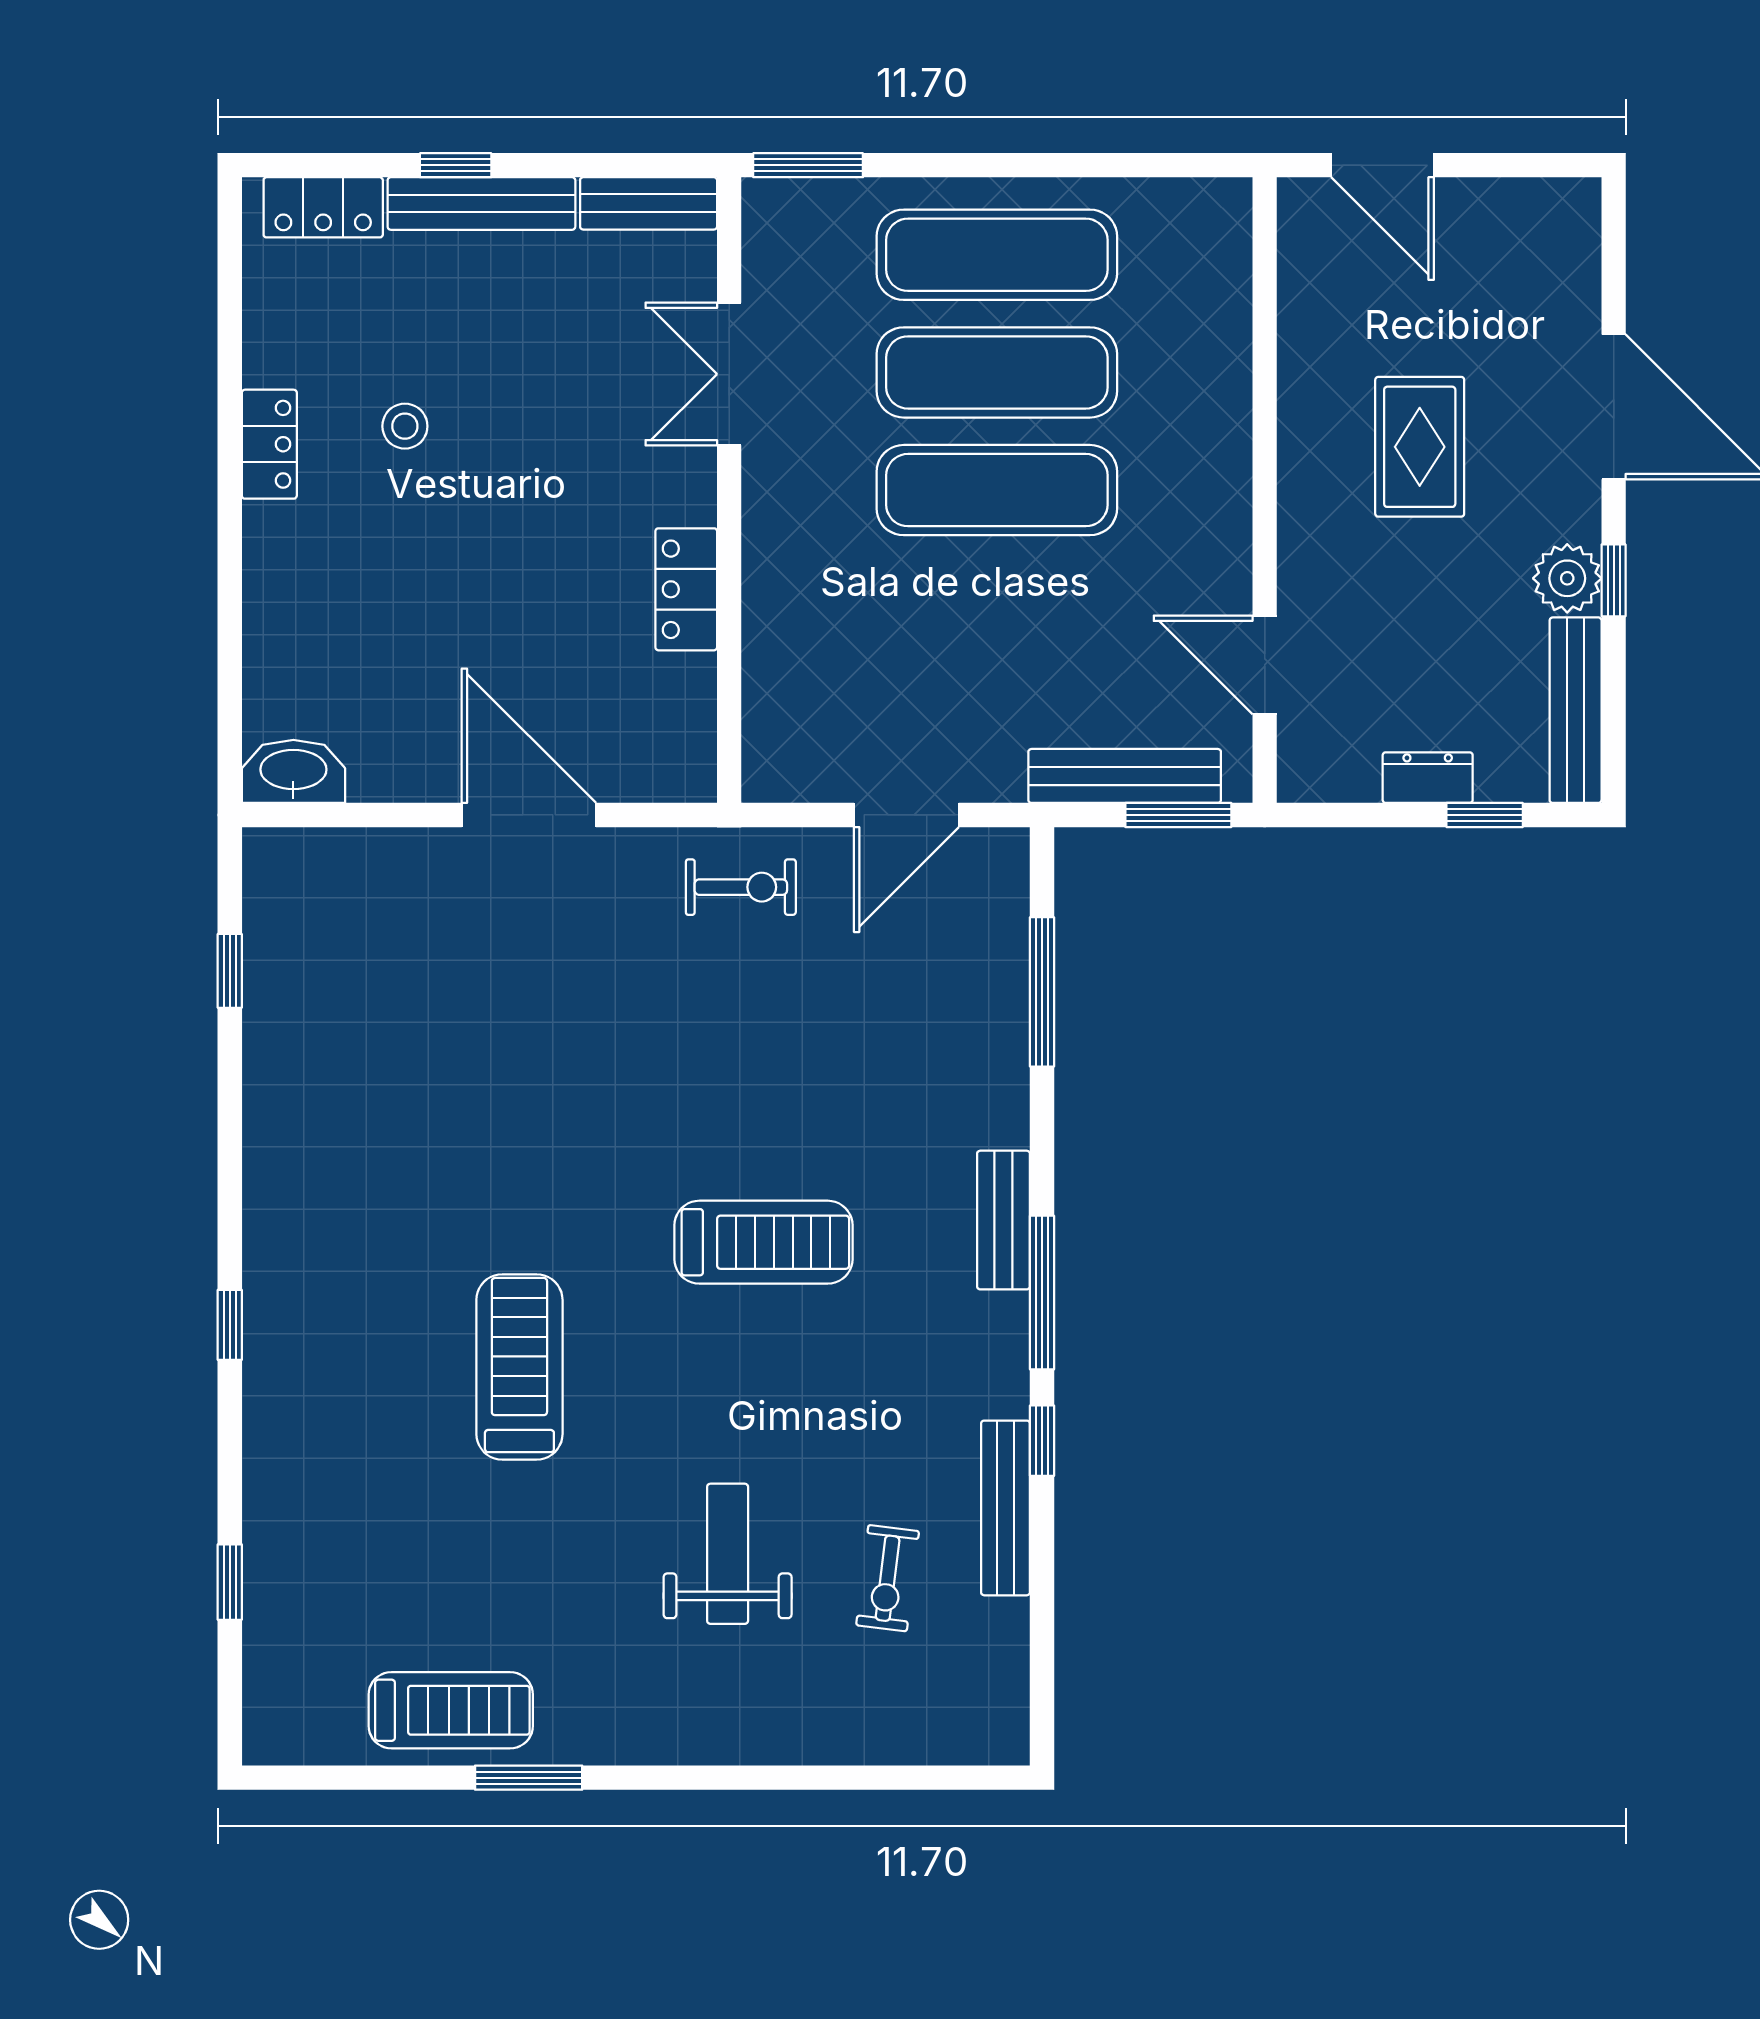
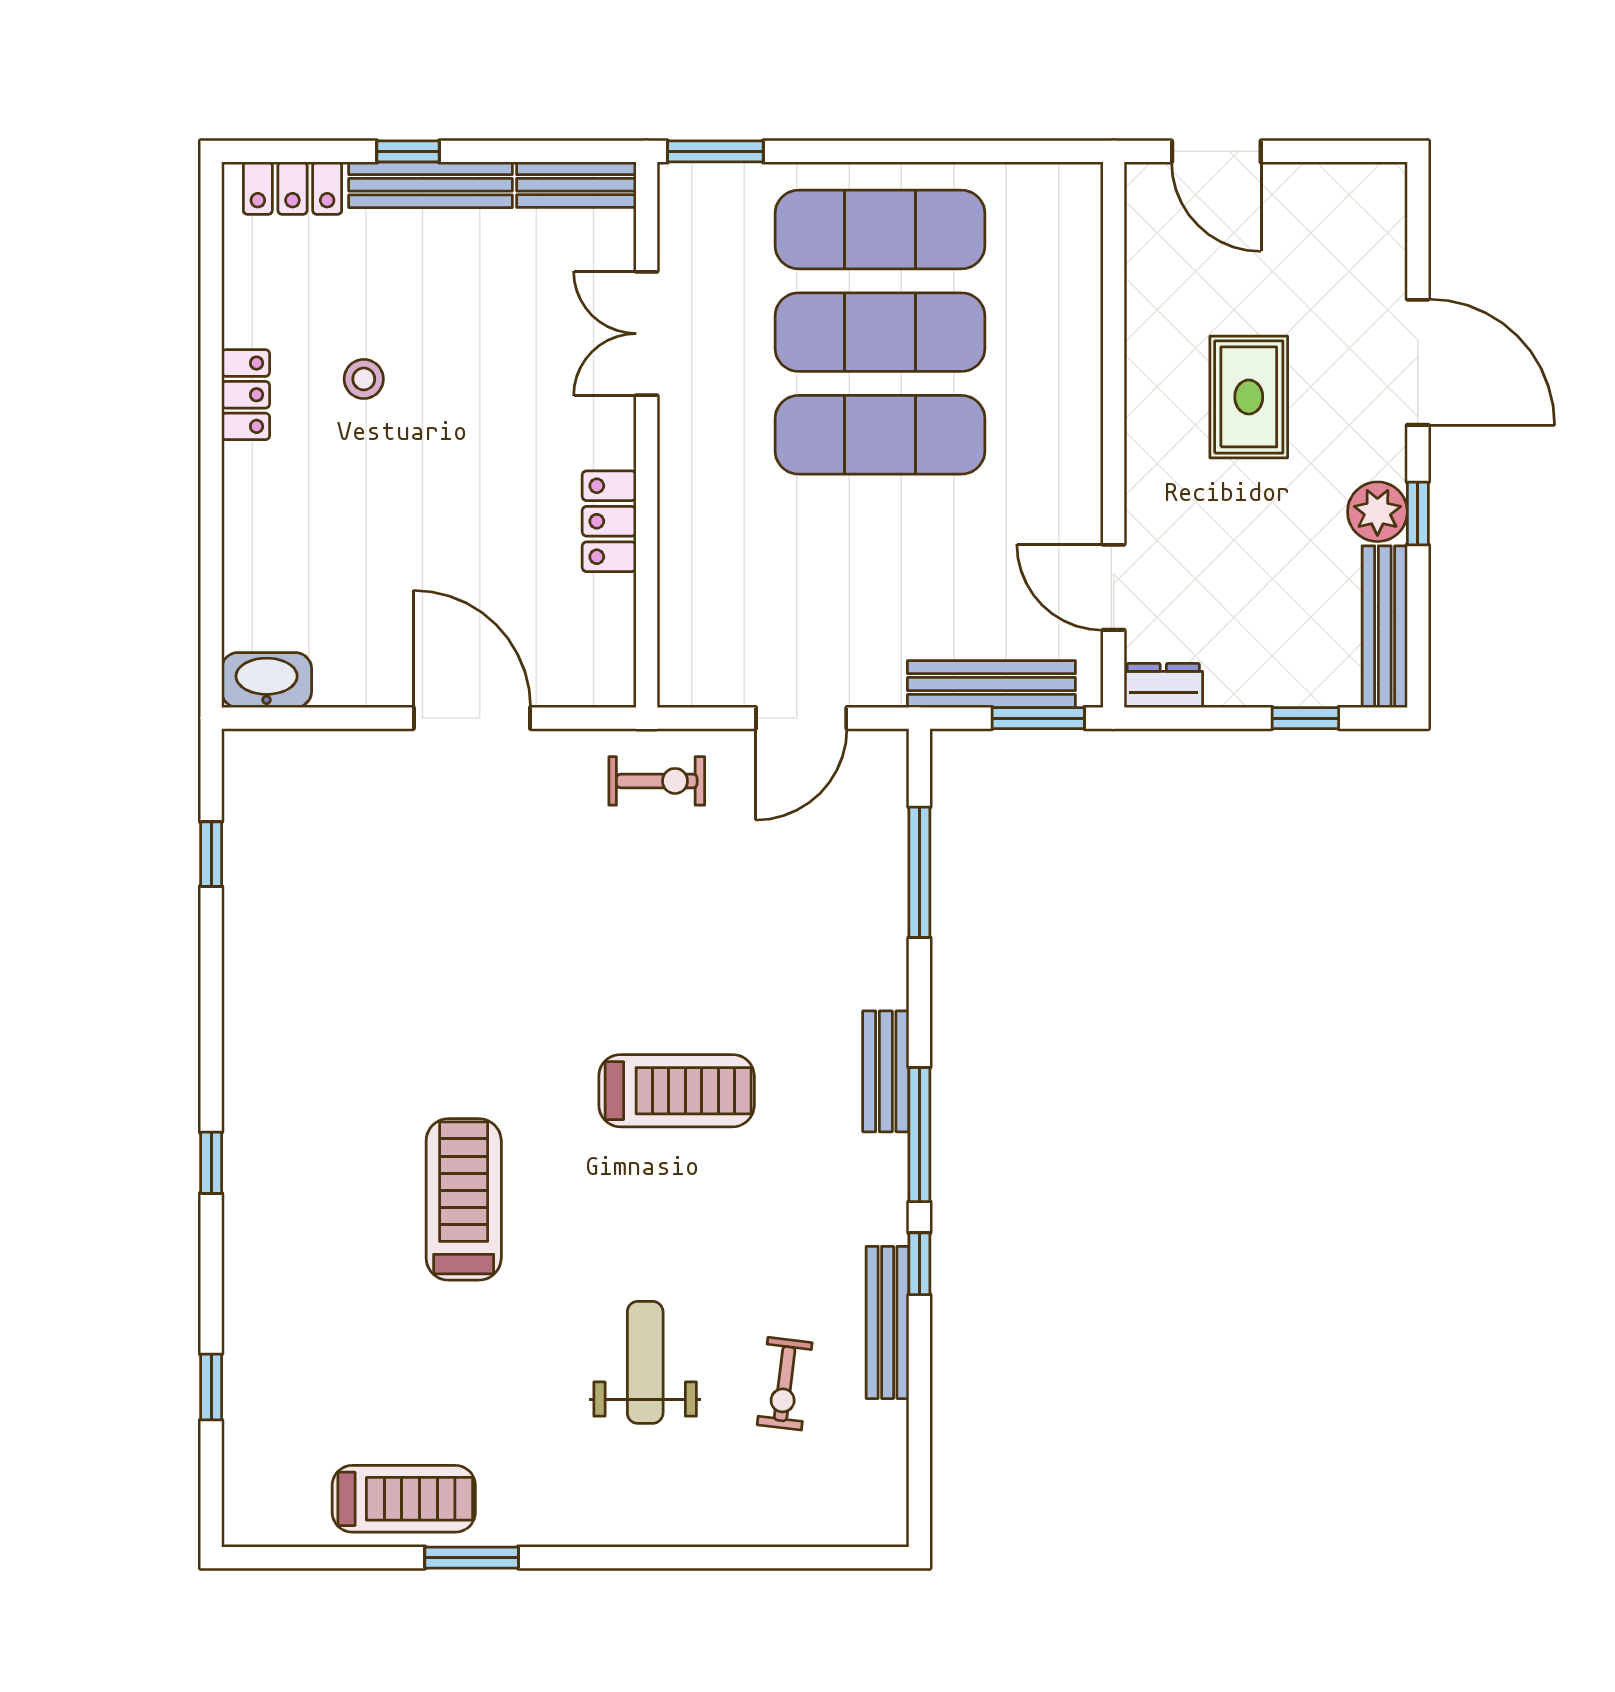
dresser: (1428, 778) -> (1163, 686), moved

